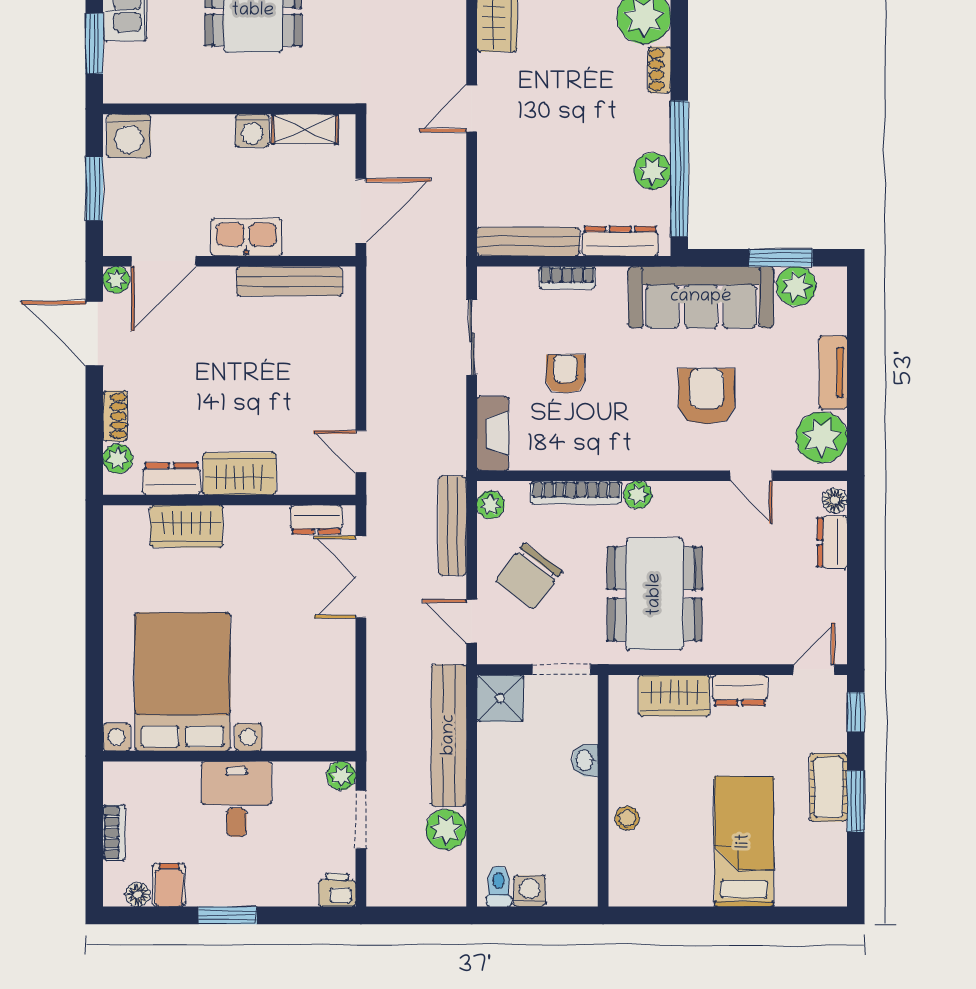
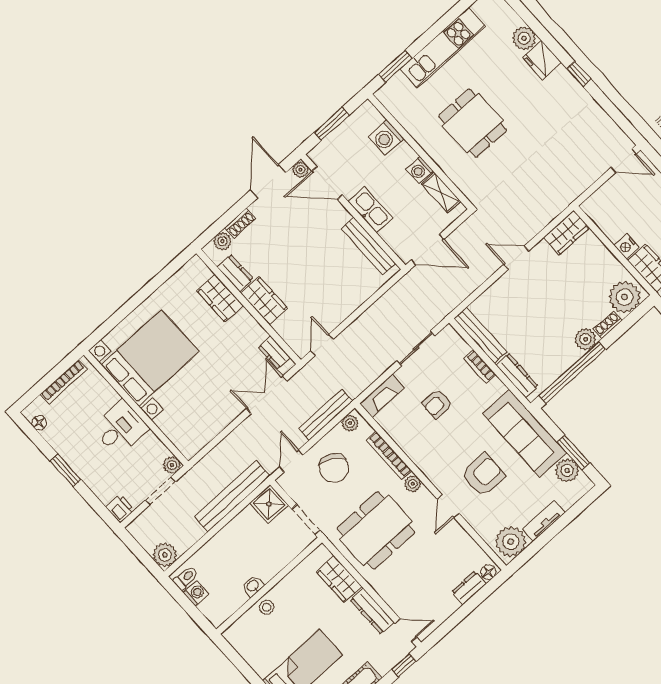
washing machine: (129, 136) -> (386, 138), moved
plant: (652, 171) -> (586, 339), moved
armchair: (565, 374) -> (437, 404), turned 180
door: (751, 476) -> (448, 506), moved
chair: (529, 576) -> (334, 468), turned -98
dresser: (740, 690) -> (372, 611), width x1.44
washbasin: (585, 760) -> (253, 586), moved
plant: (446, 829) -> (165, 555), moved
bookcase: (114, 833) -> (64, 382), width x1.56
filing cabinet: (169, 885) -> (56, 433), removed

